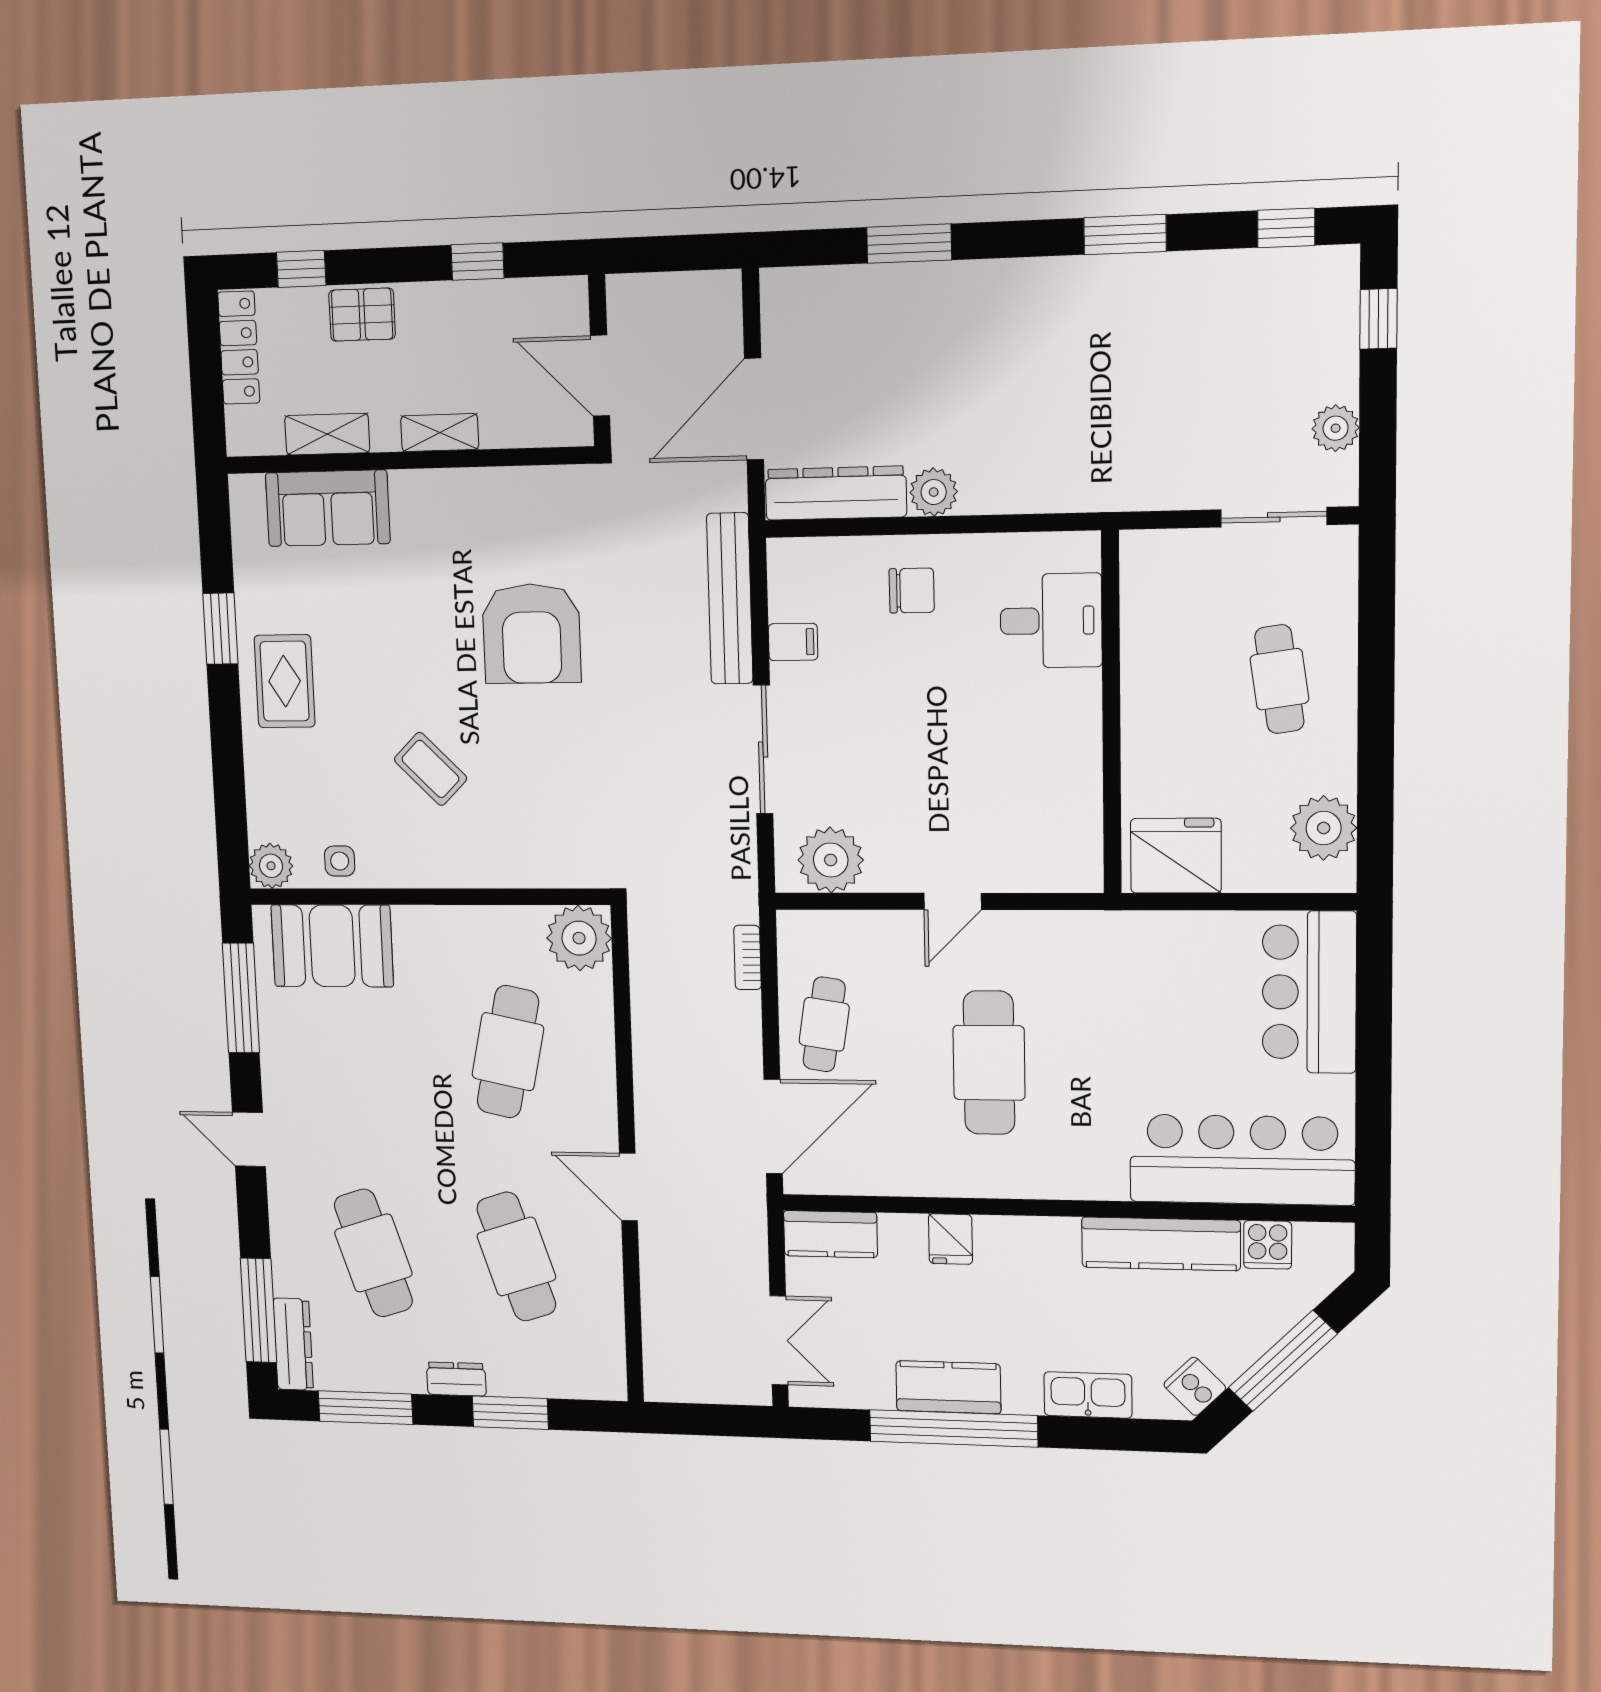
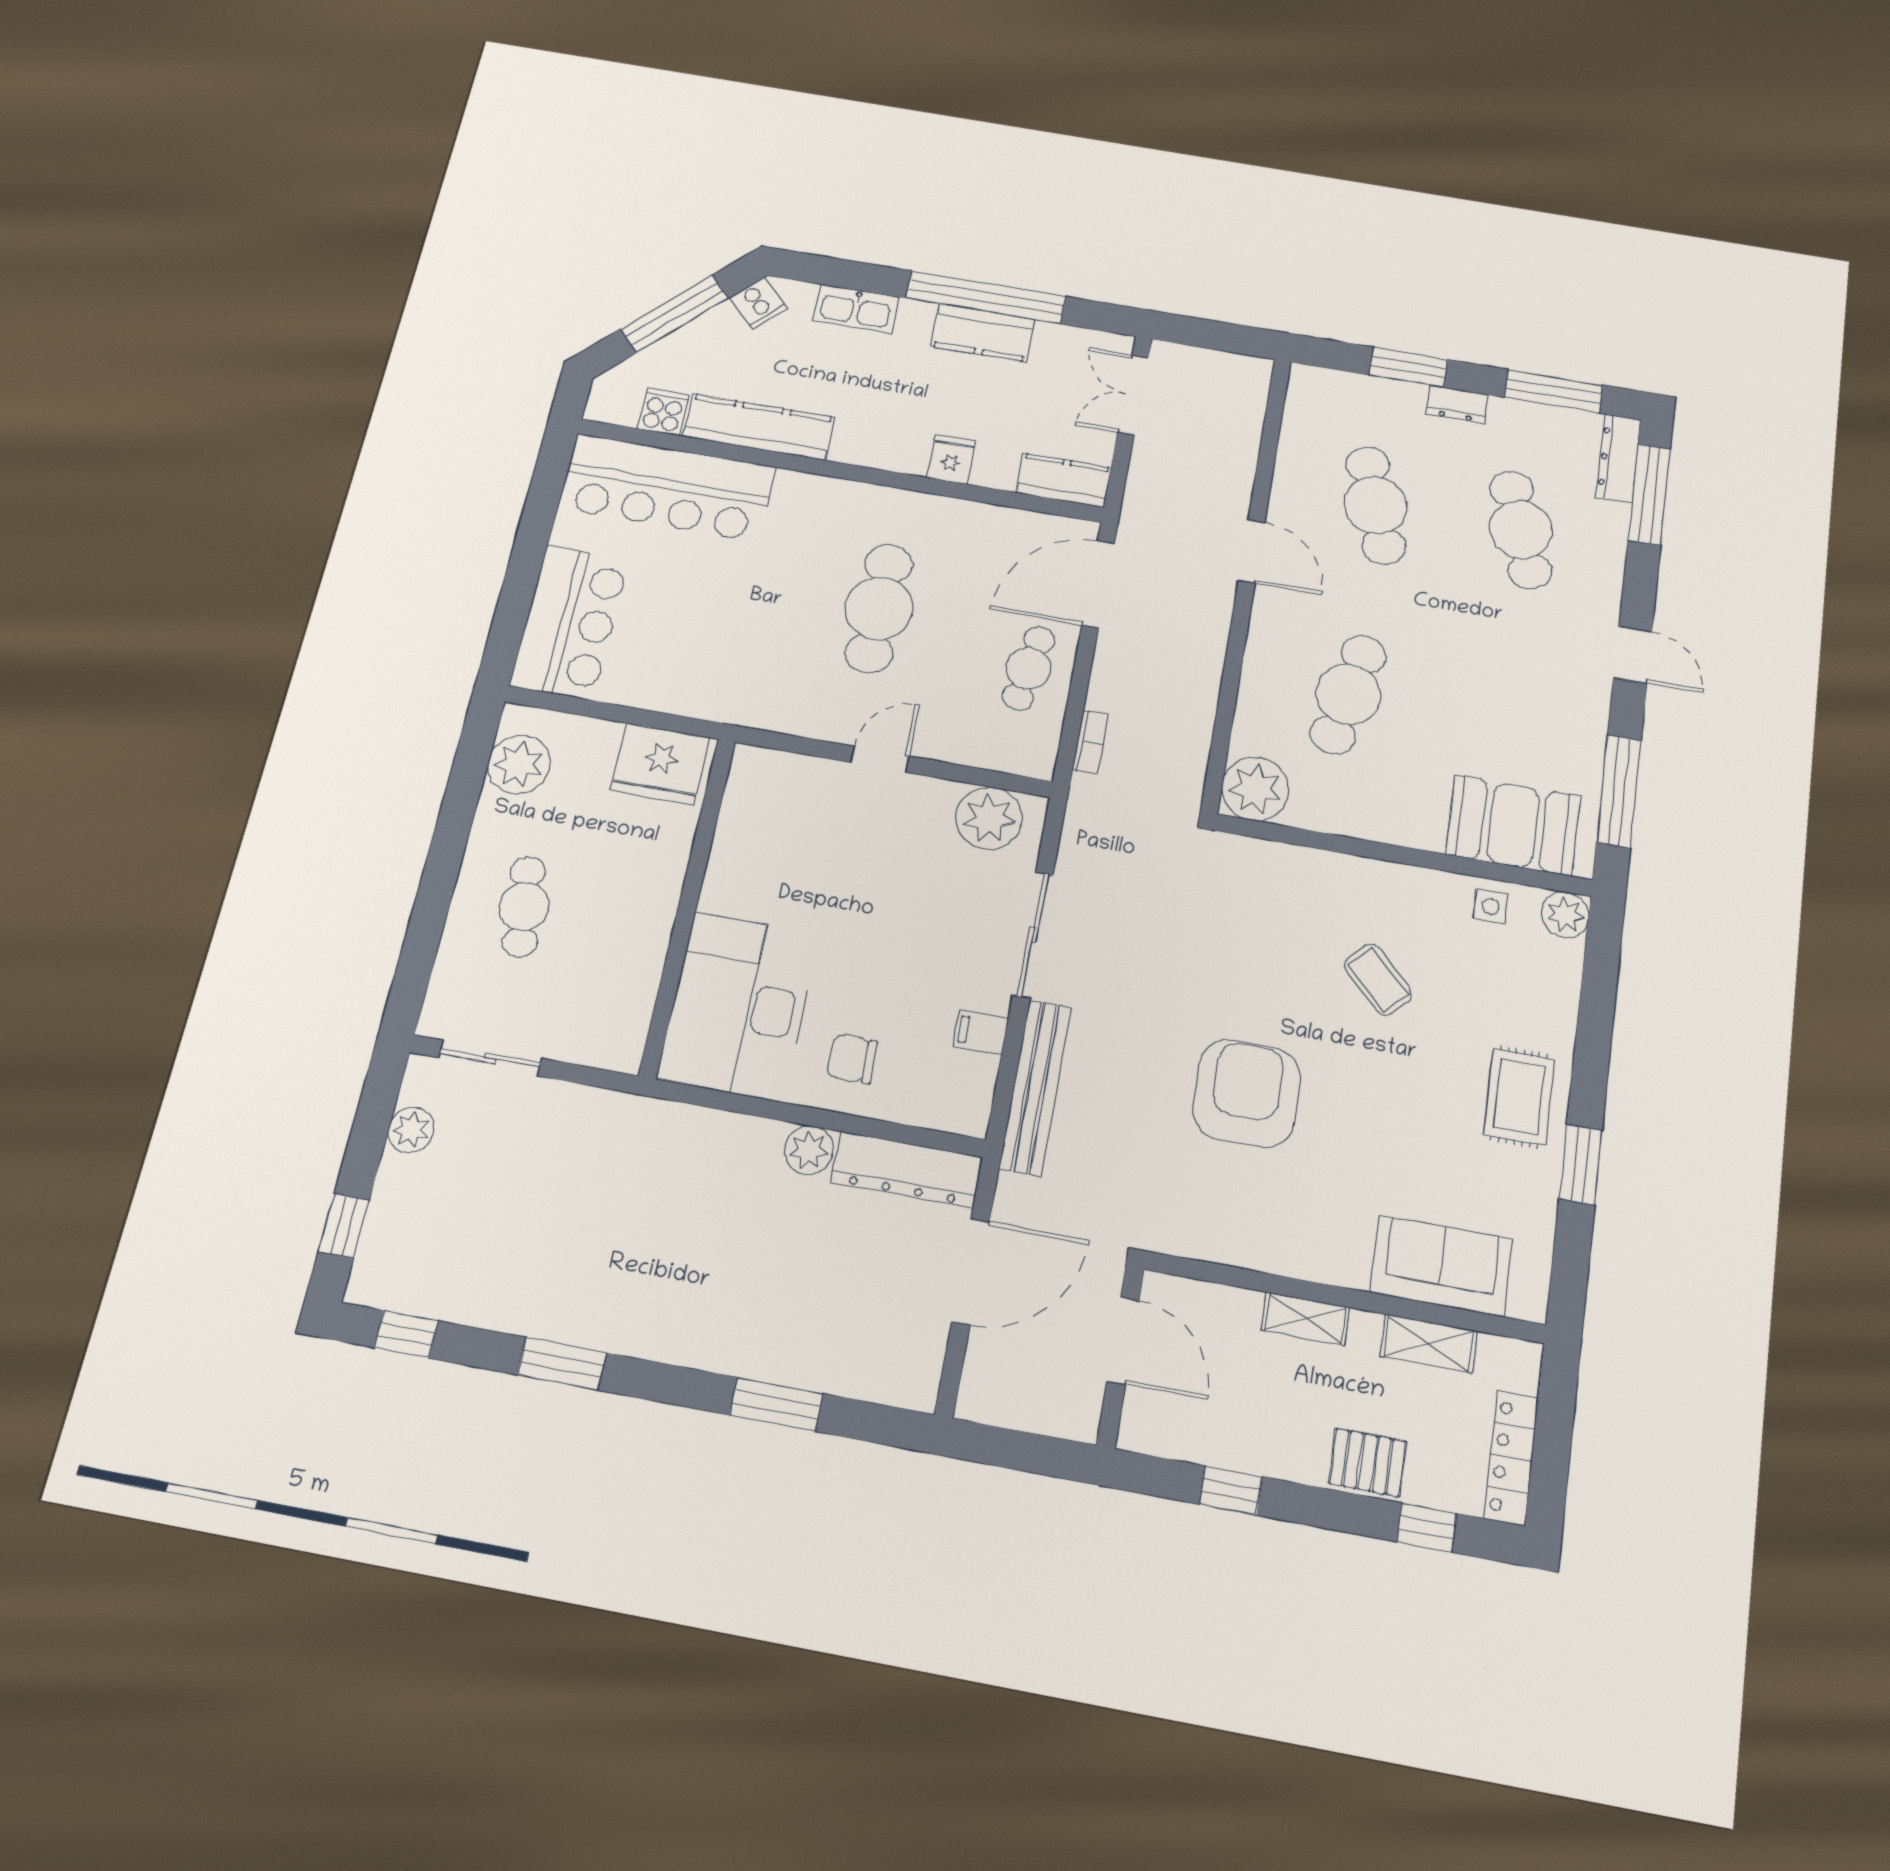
desk: (1051, 621) -> (739, 1006), width x1.87, depth x1.30

